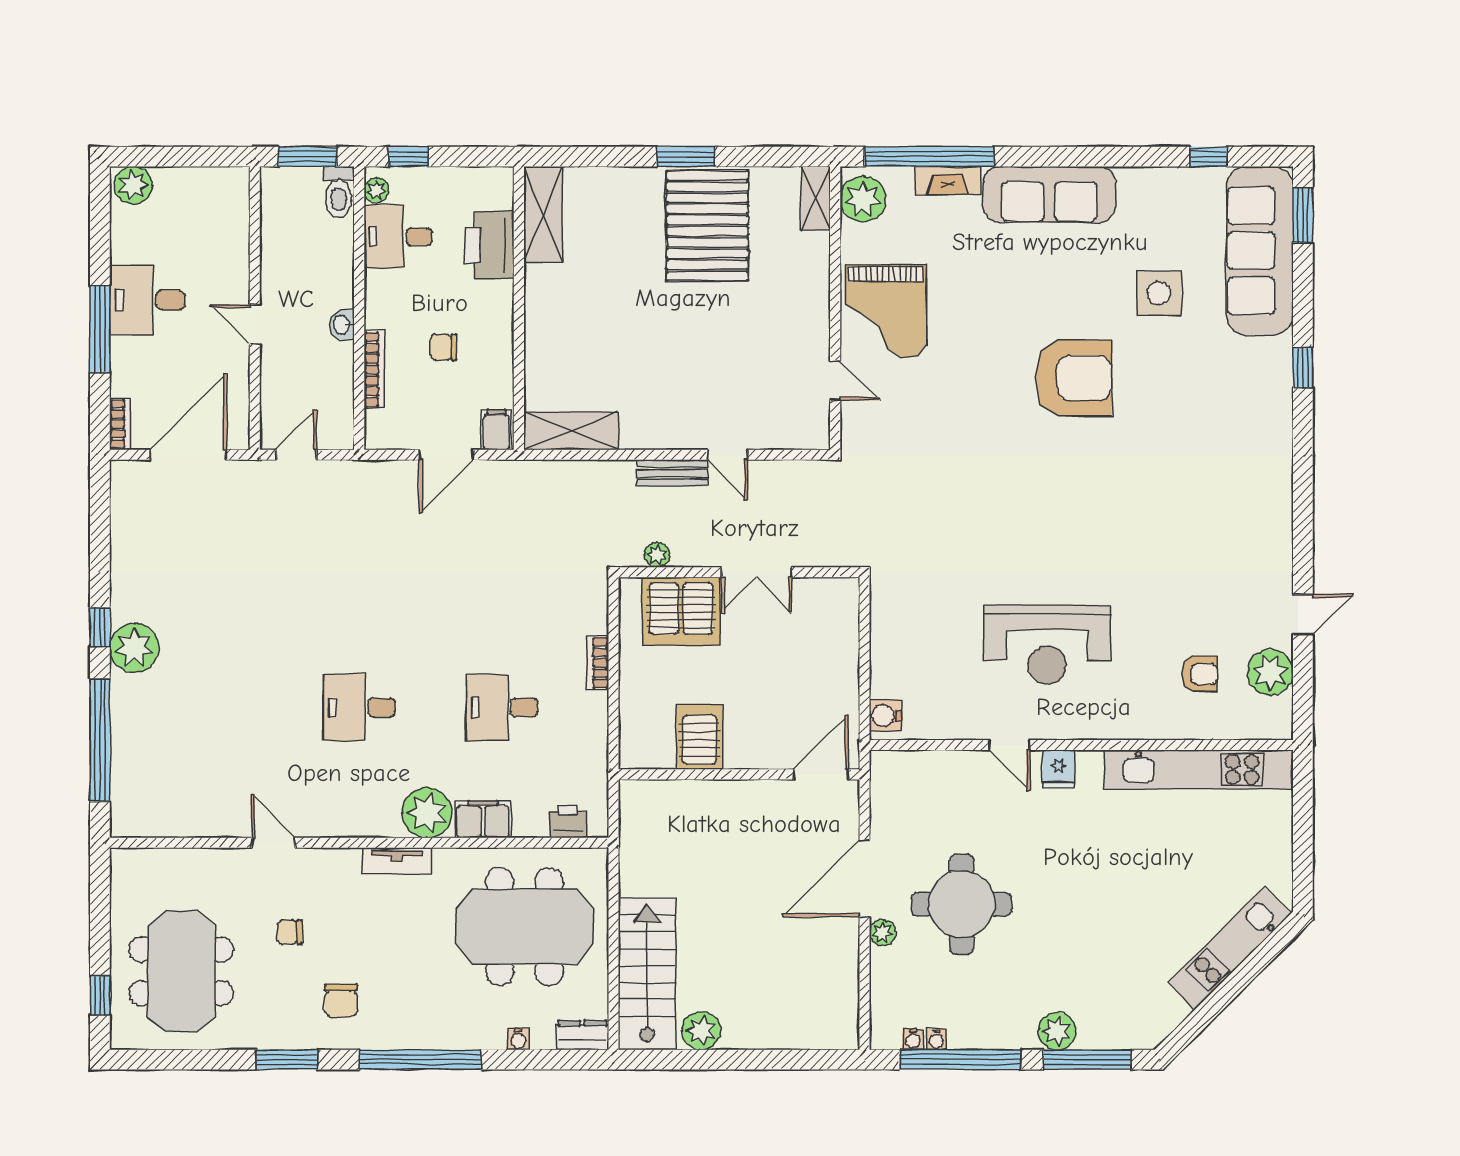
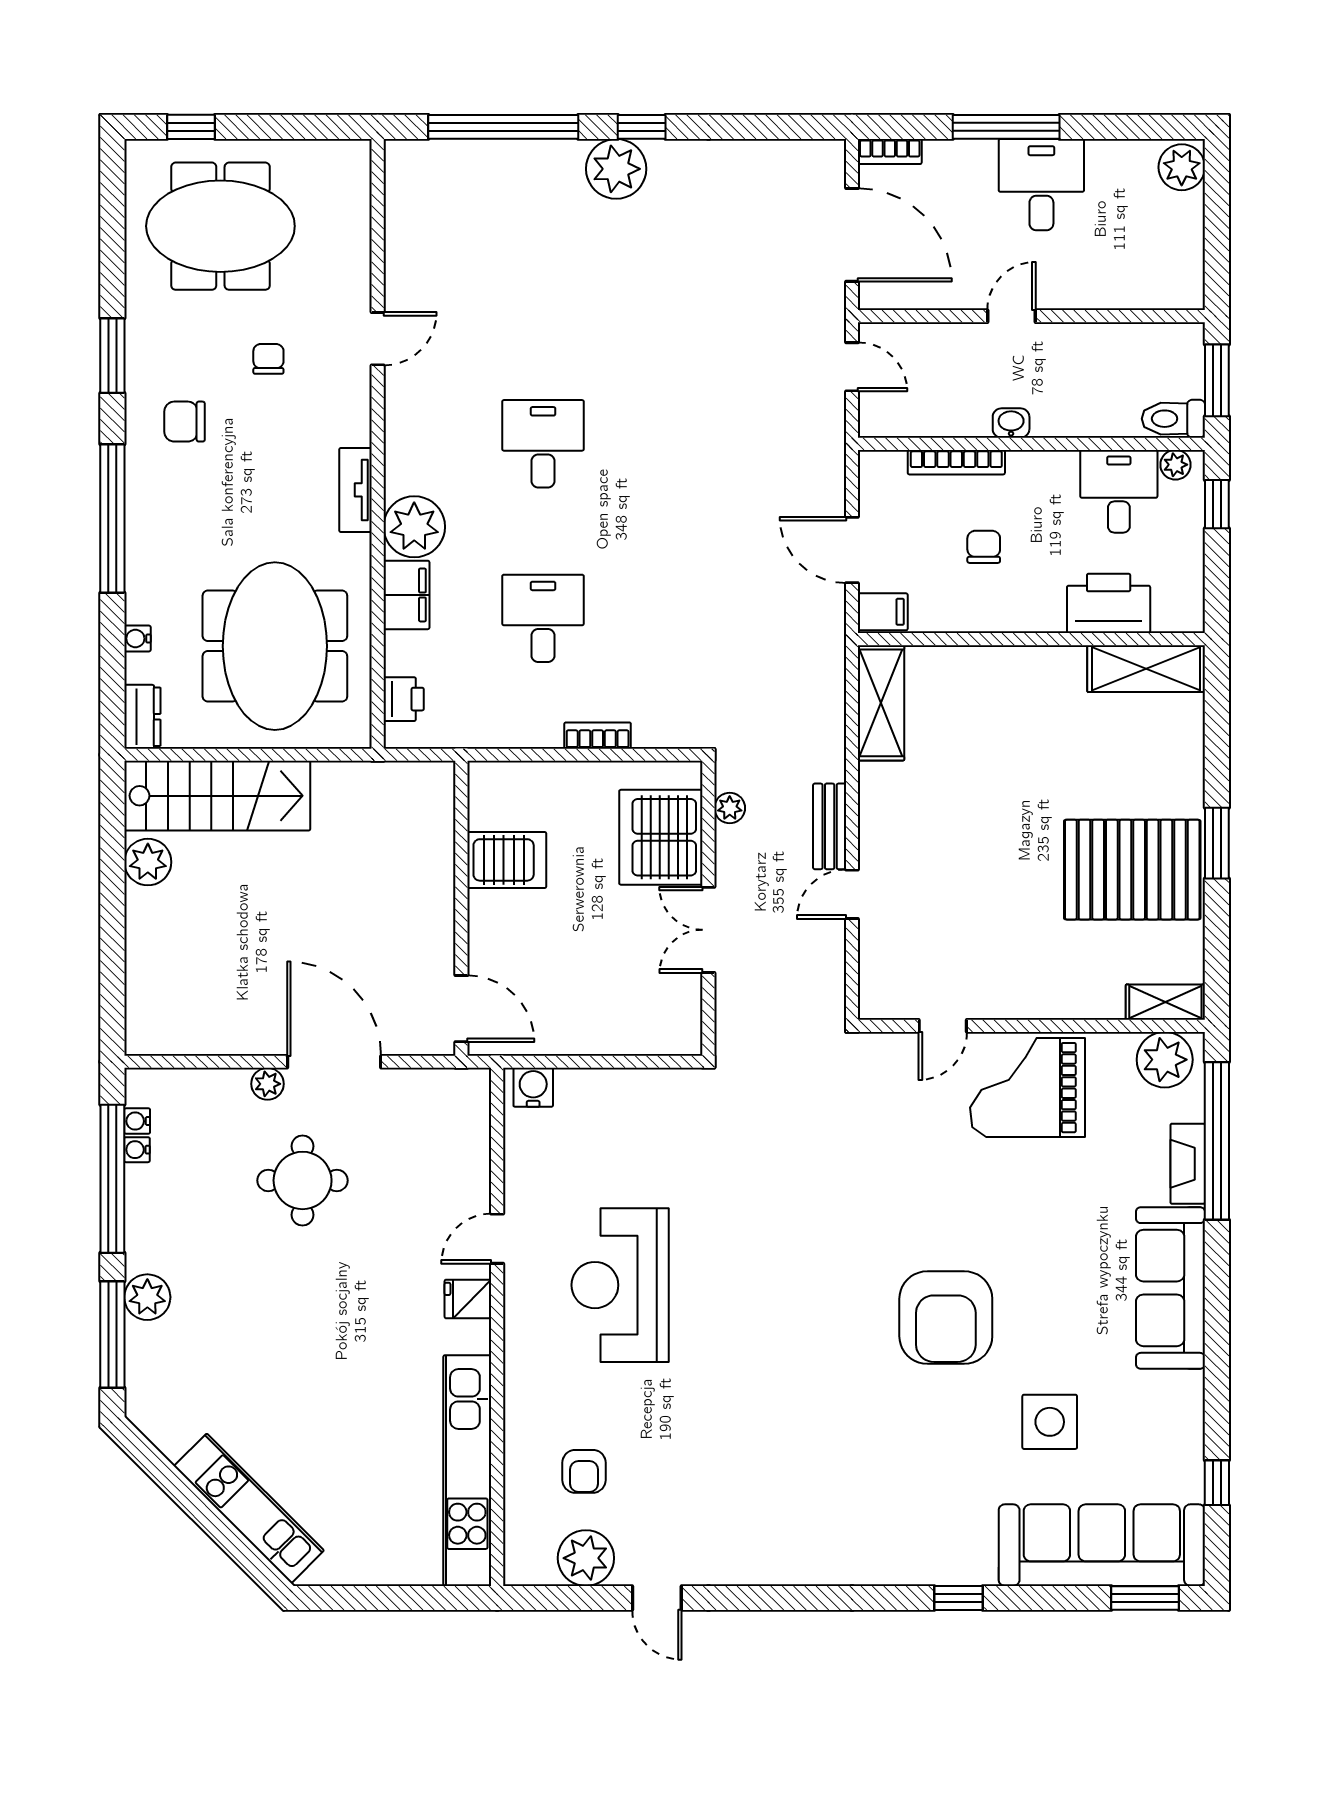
round table: (962, 904) -> (303, 1180), width x0.73, depth x0.73

